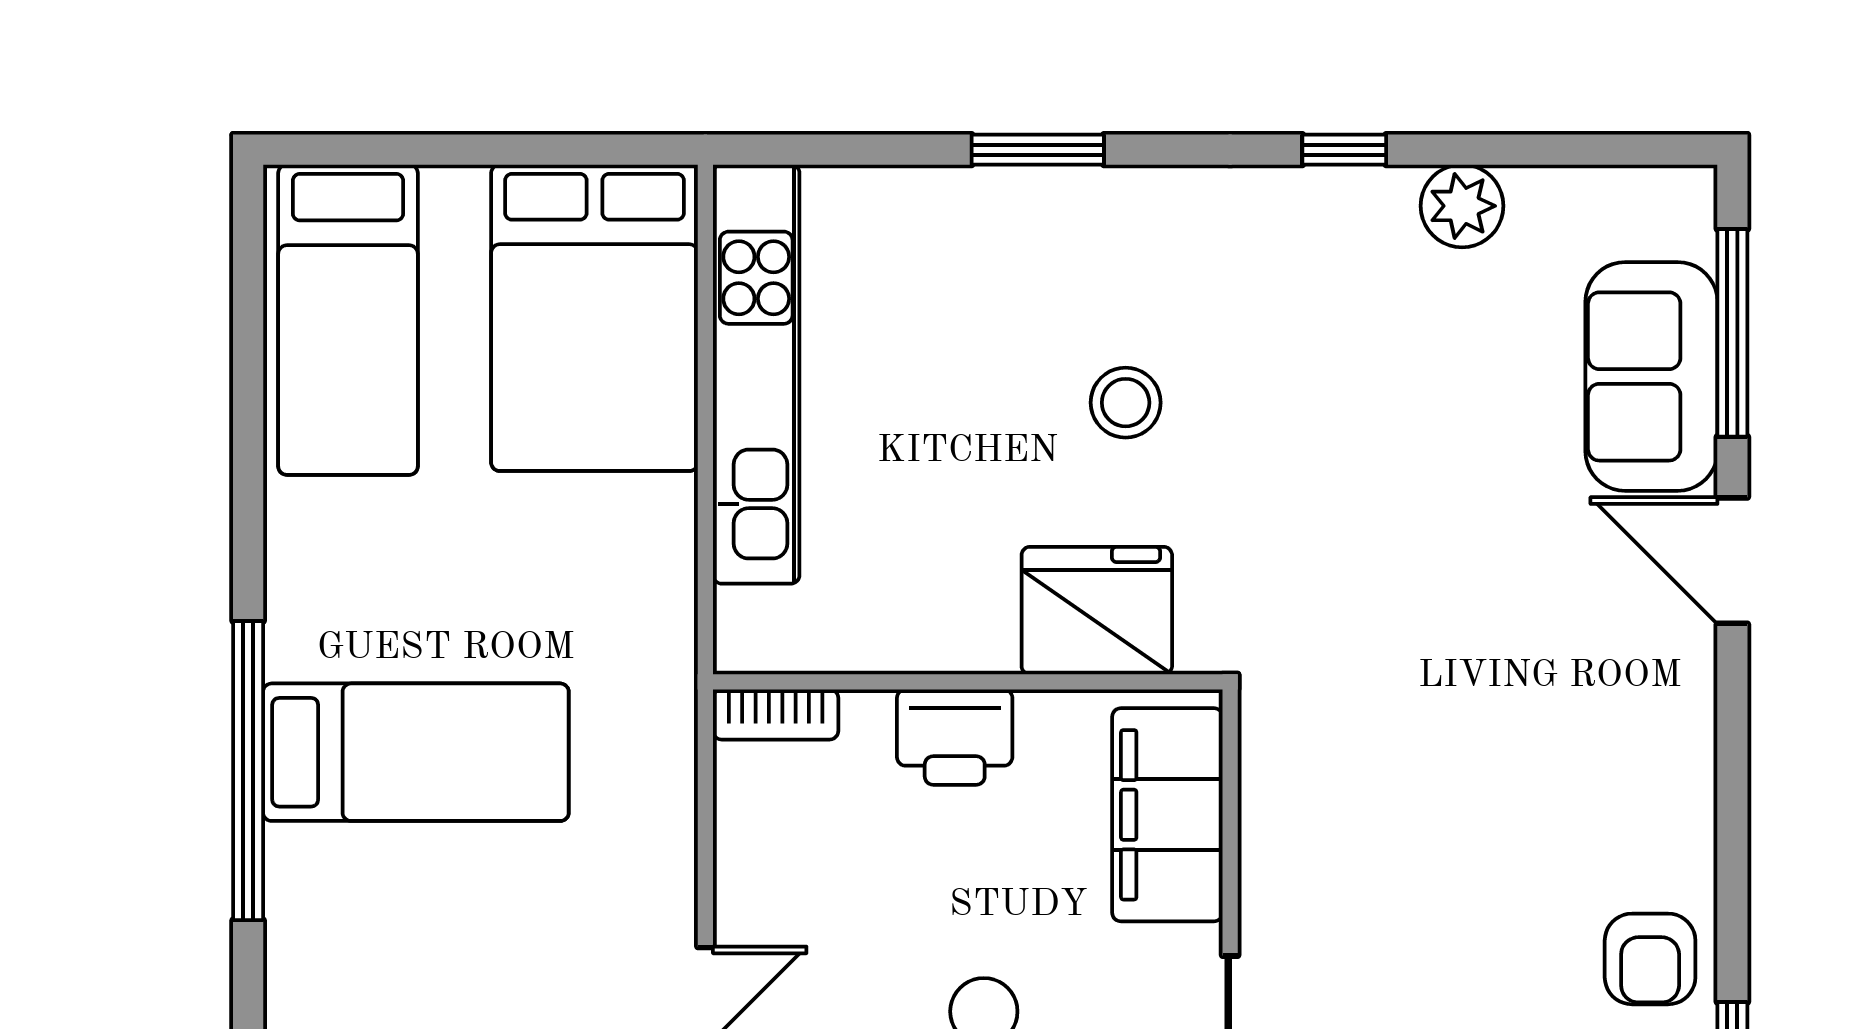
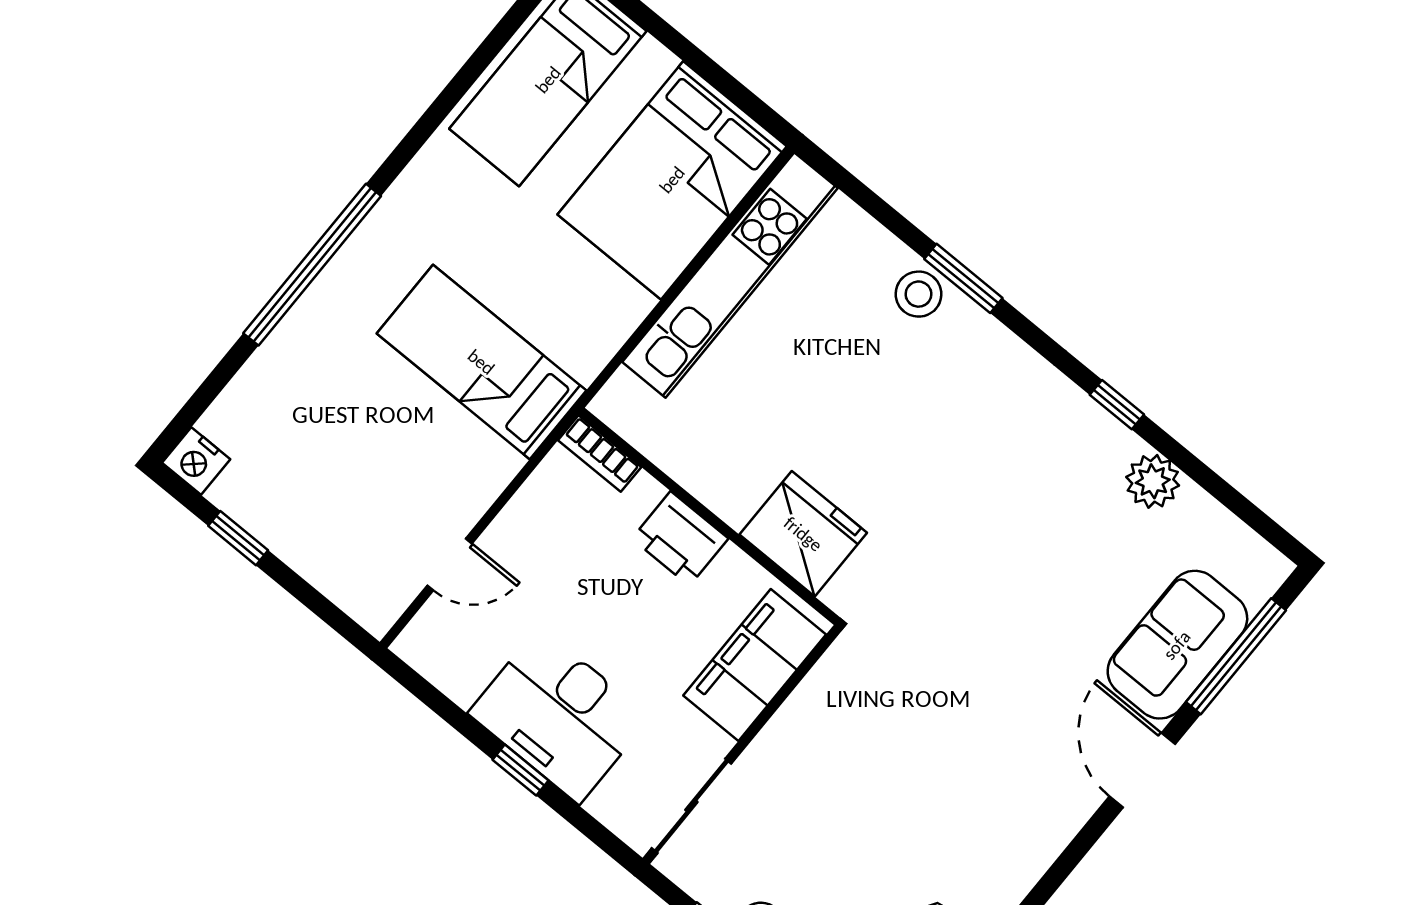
stool: (1126, 403) -> (919, 294), moved
bed: (416, 752) -> (481, 362), moved, turned 180

